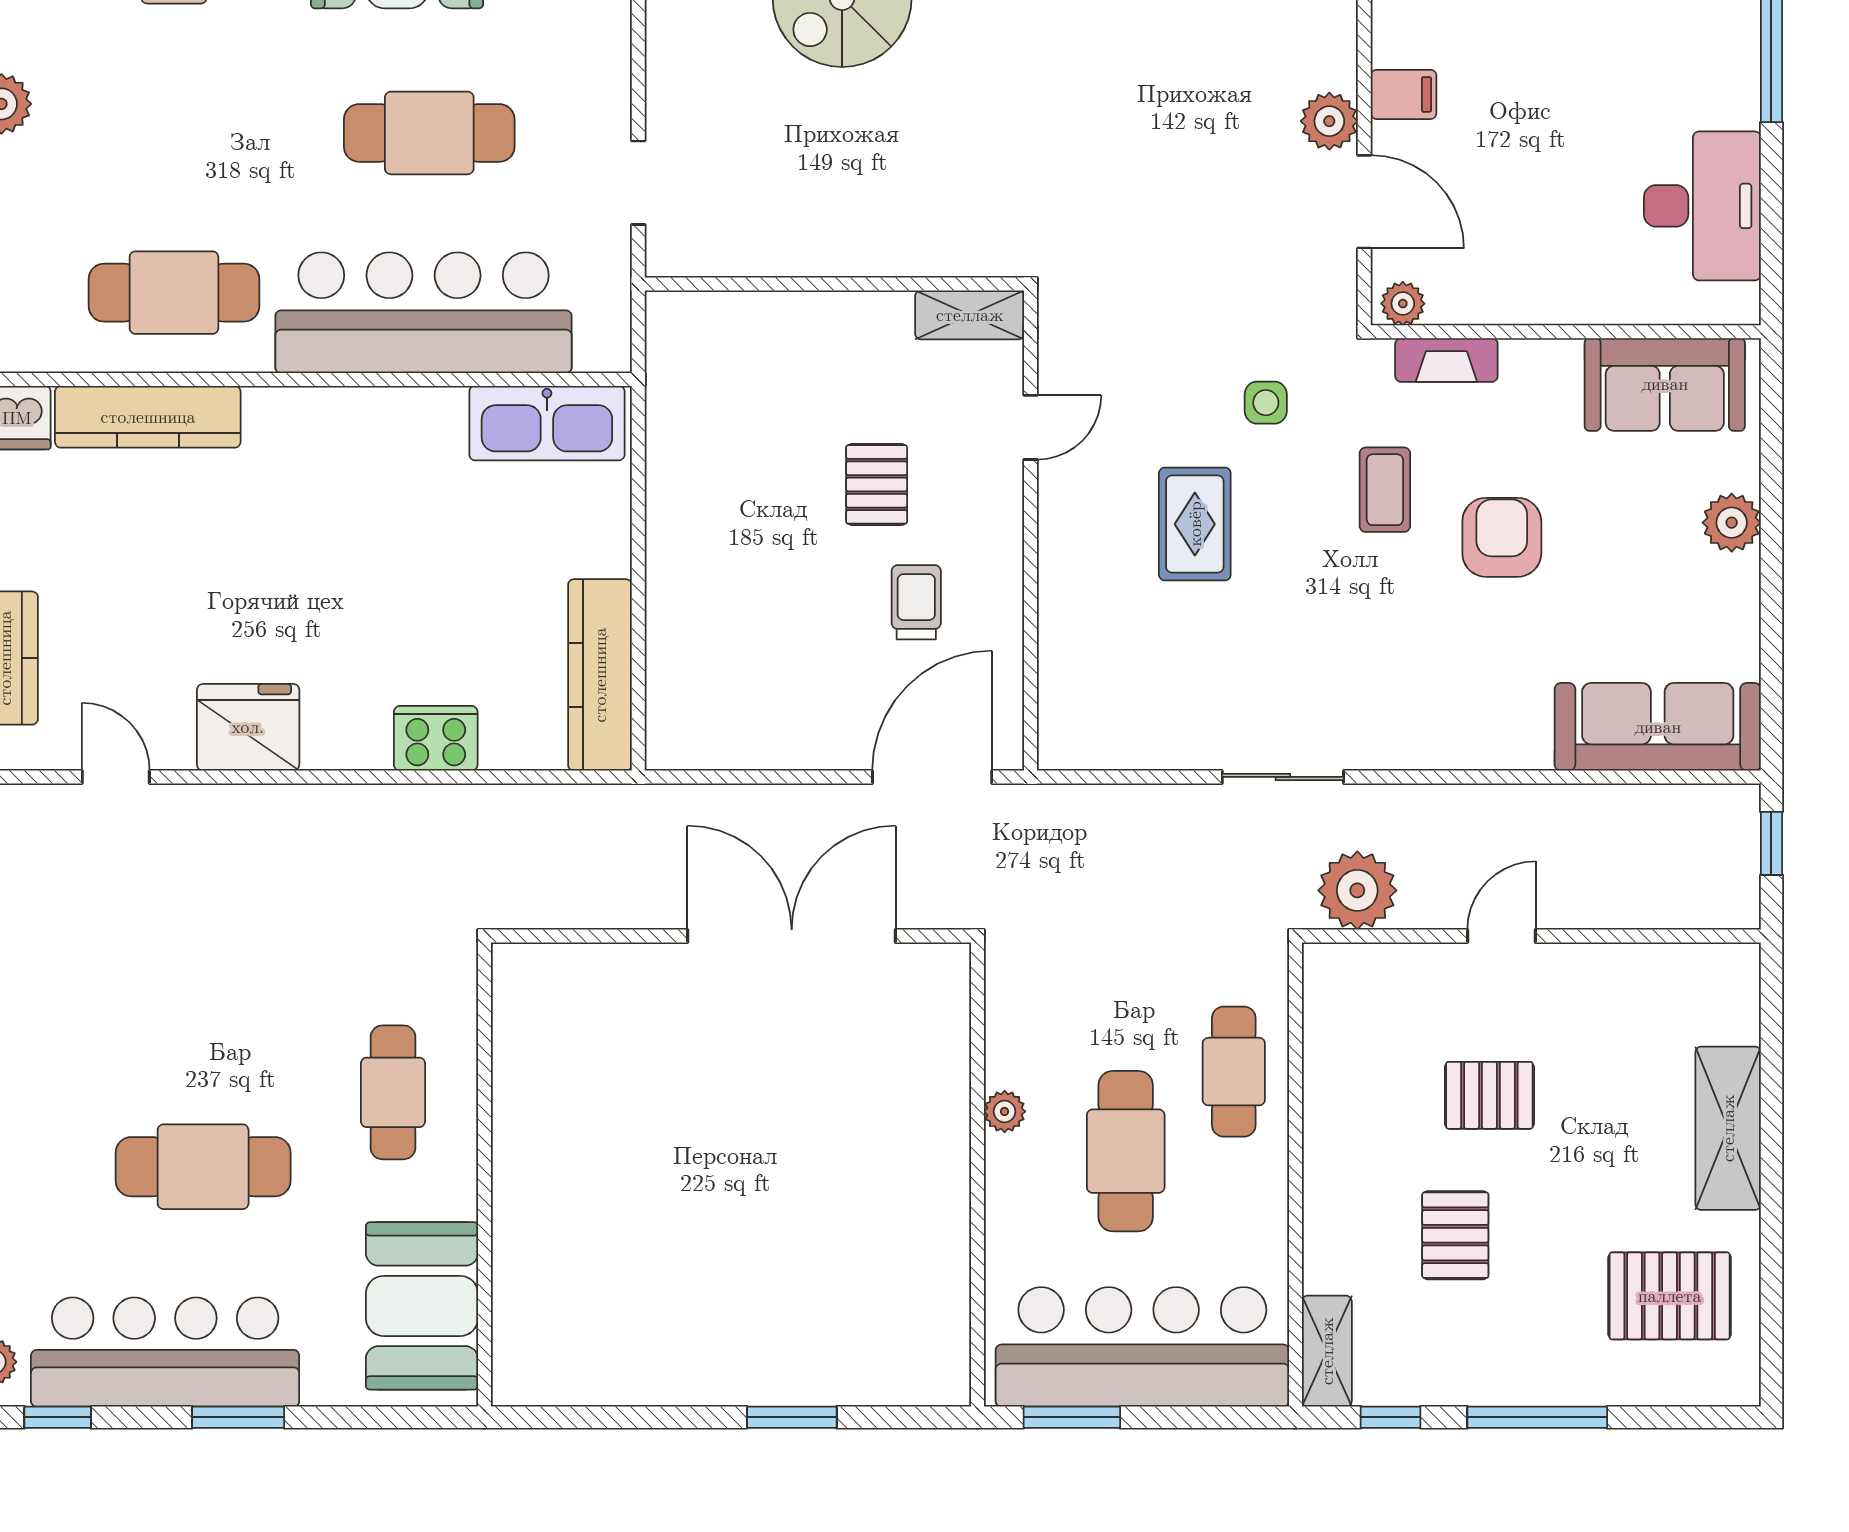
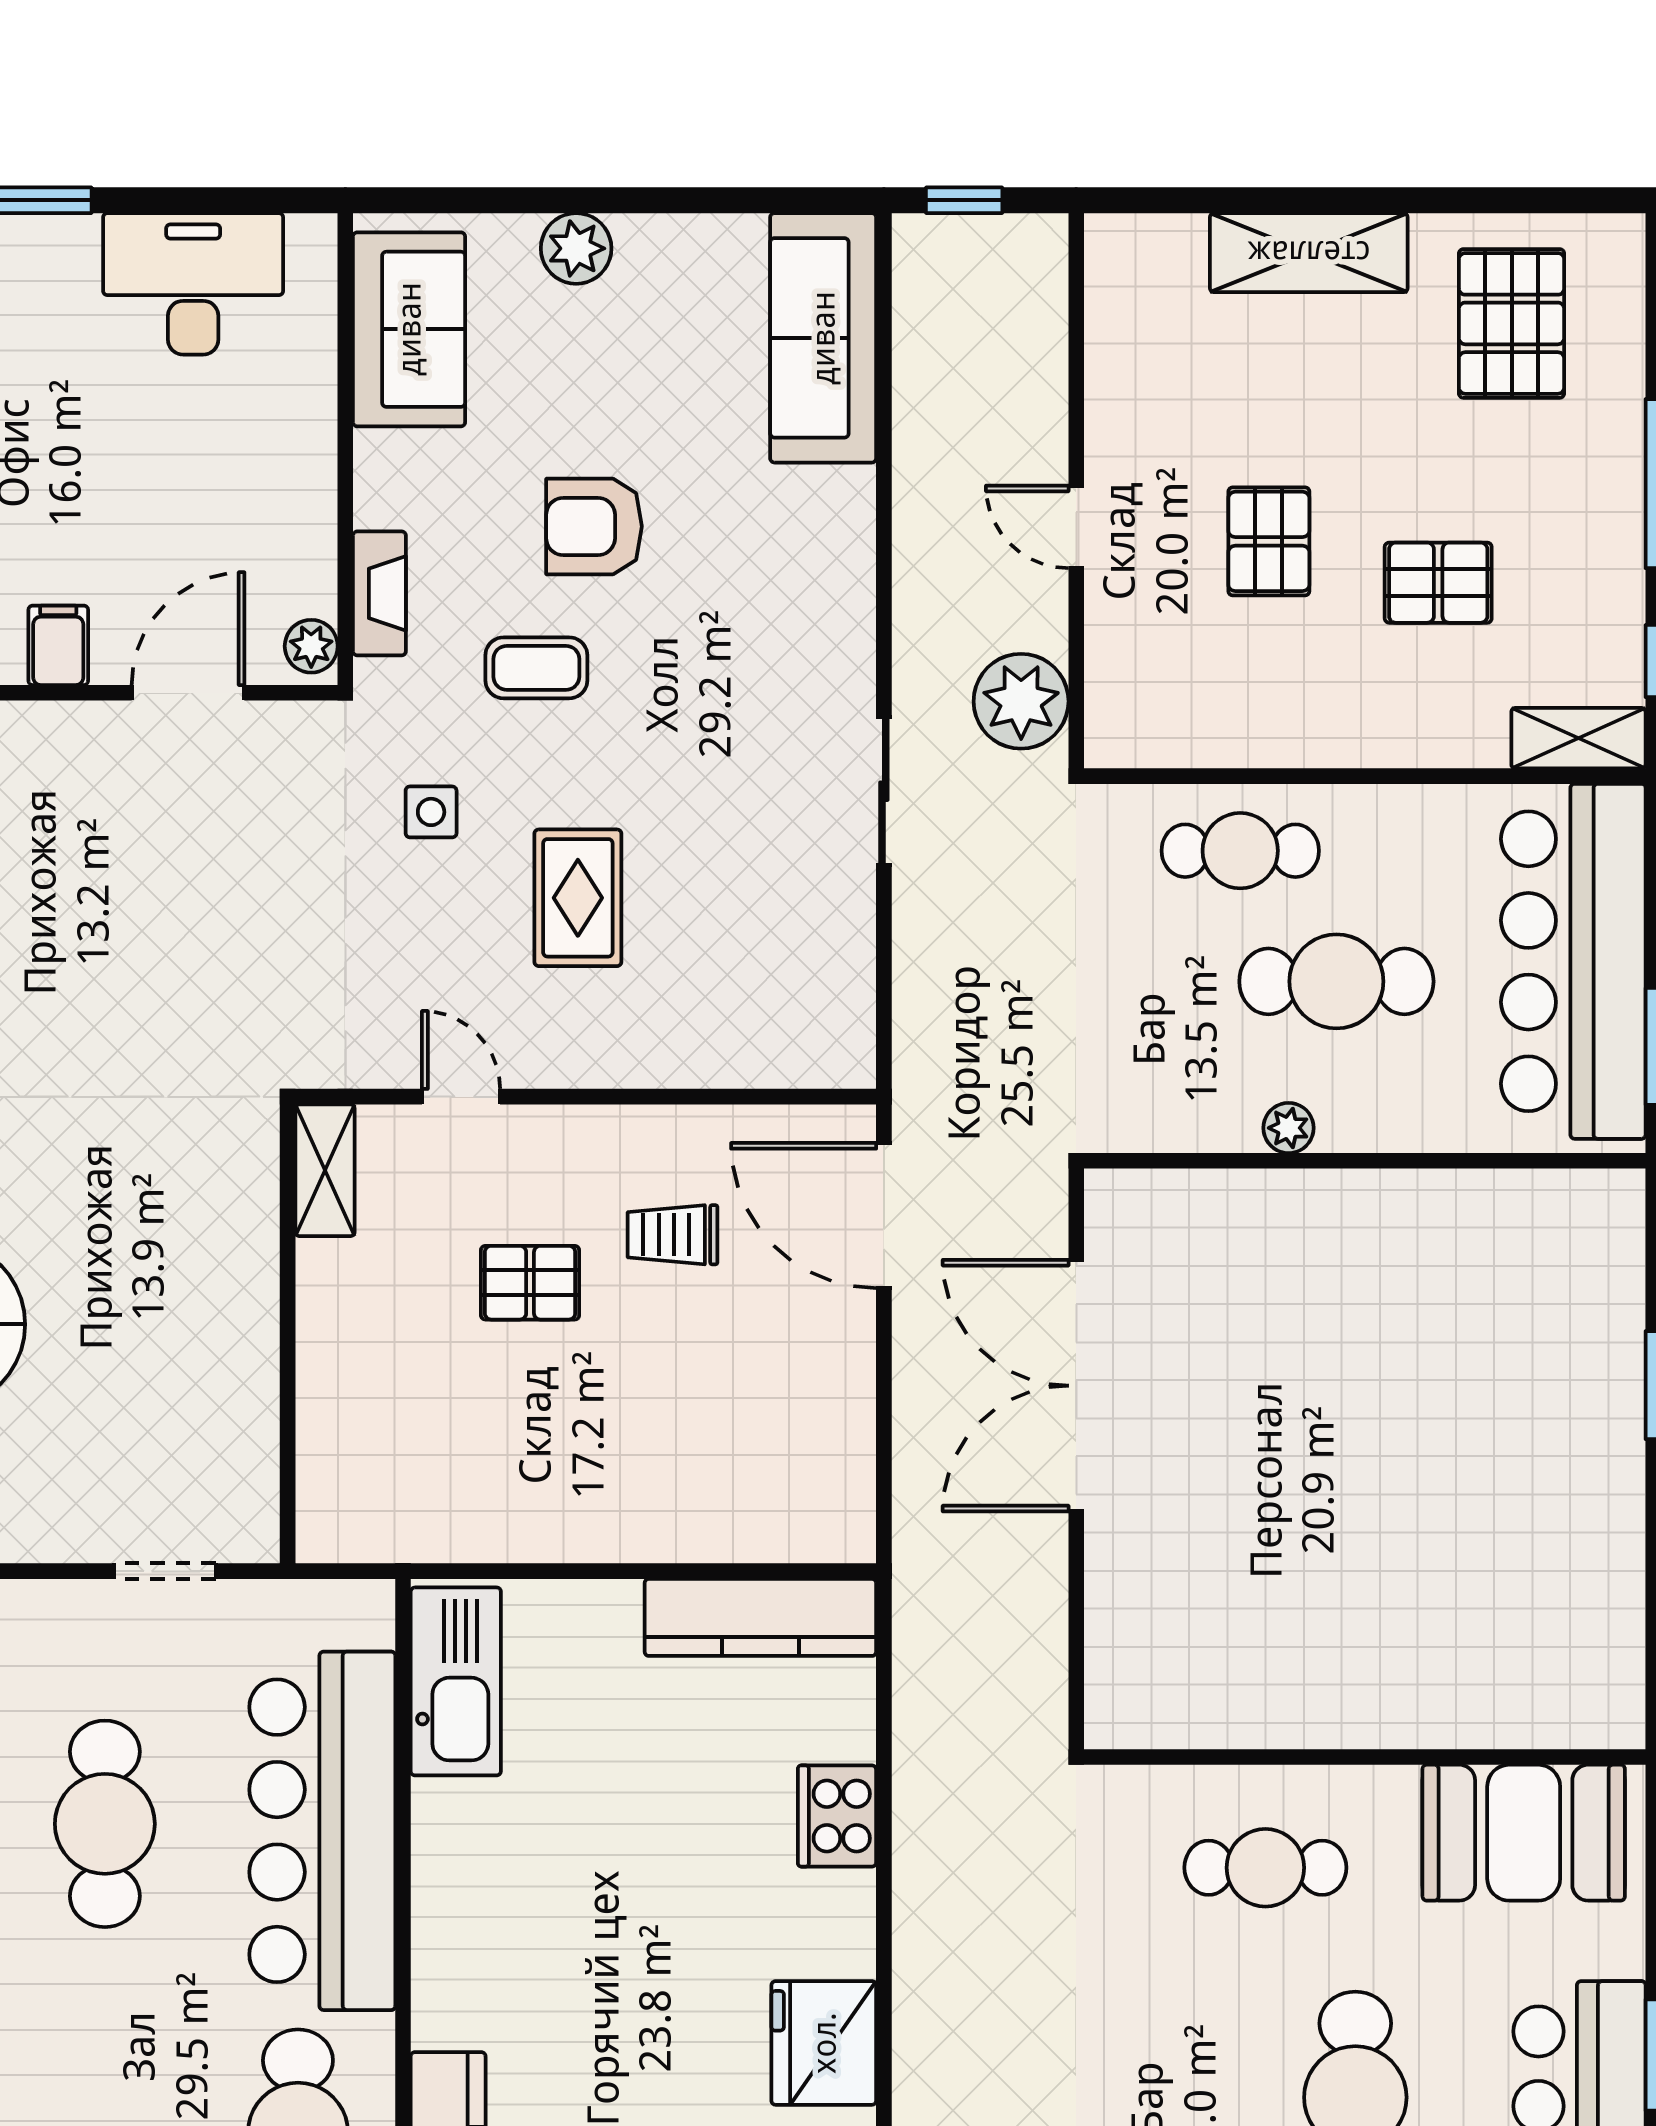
plant: (1329, 121) -> (91, 735), removed
rug: (1195, 524) -> (578, 898), turned 90

